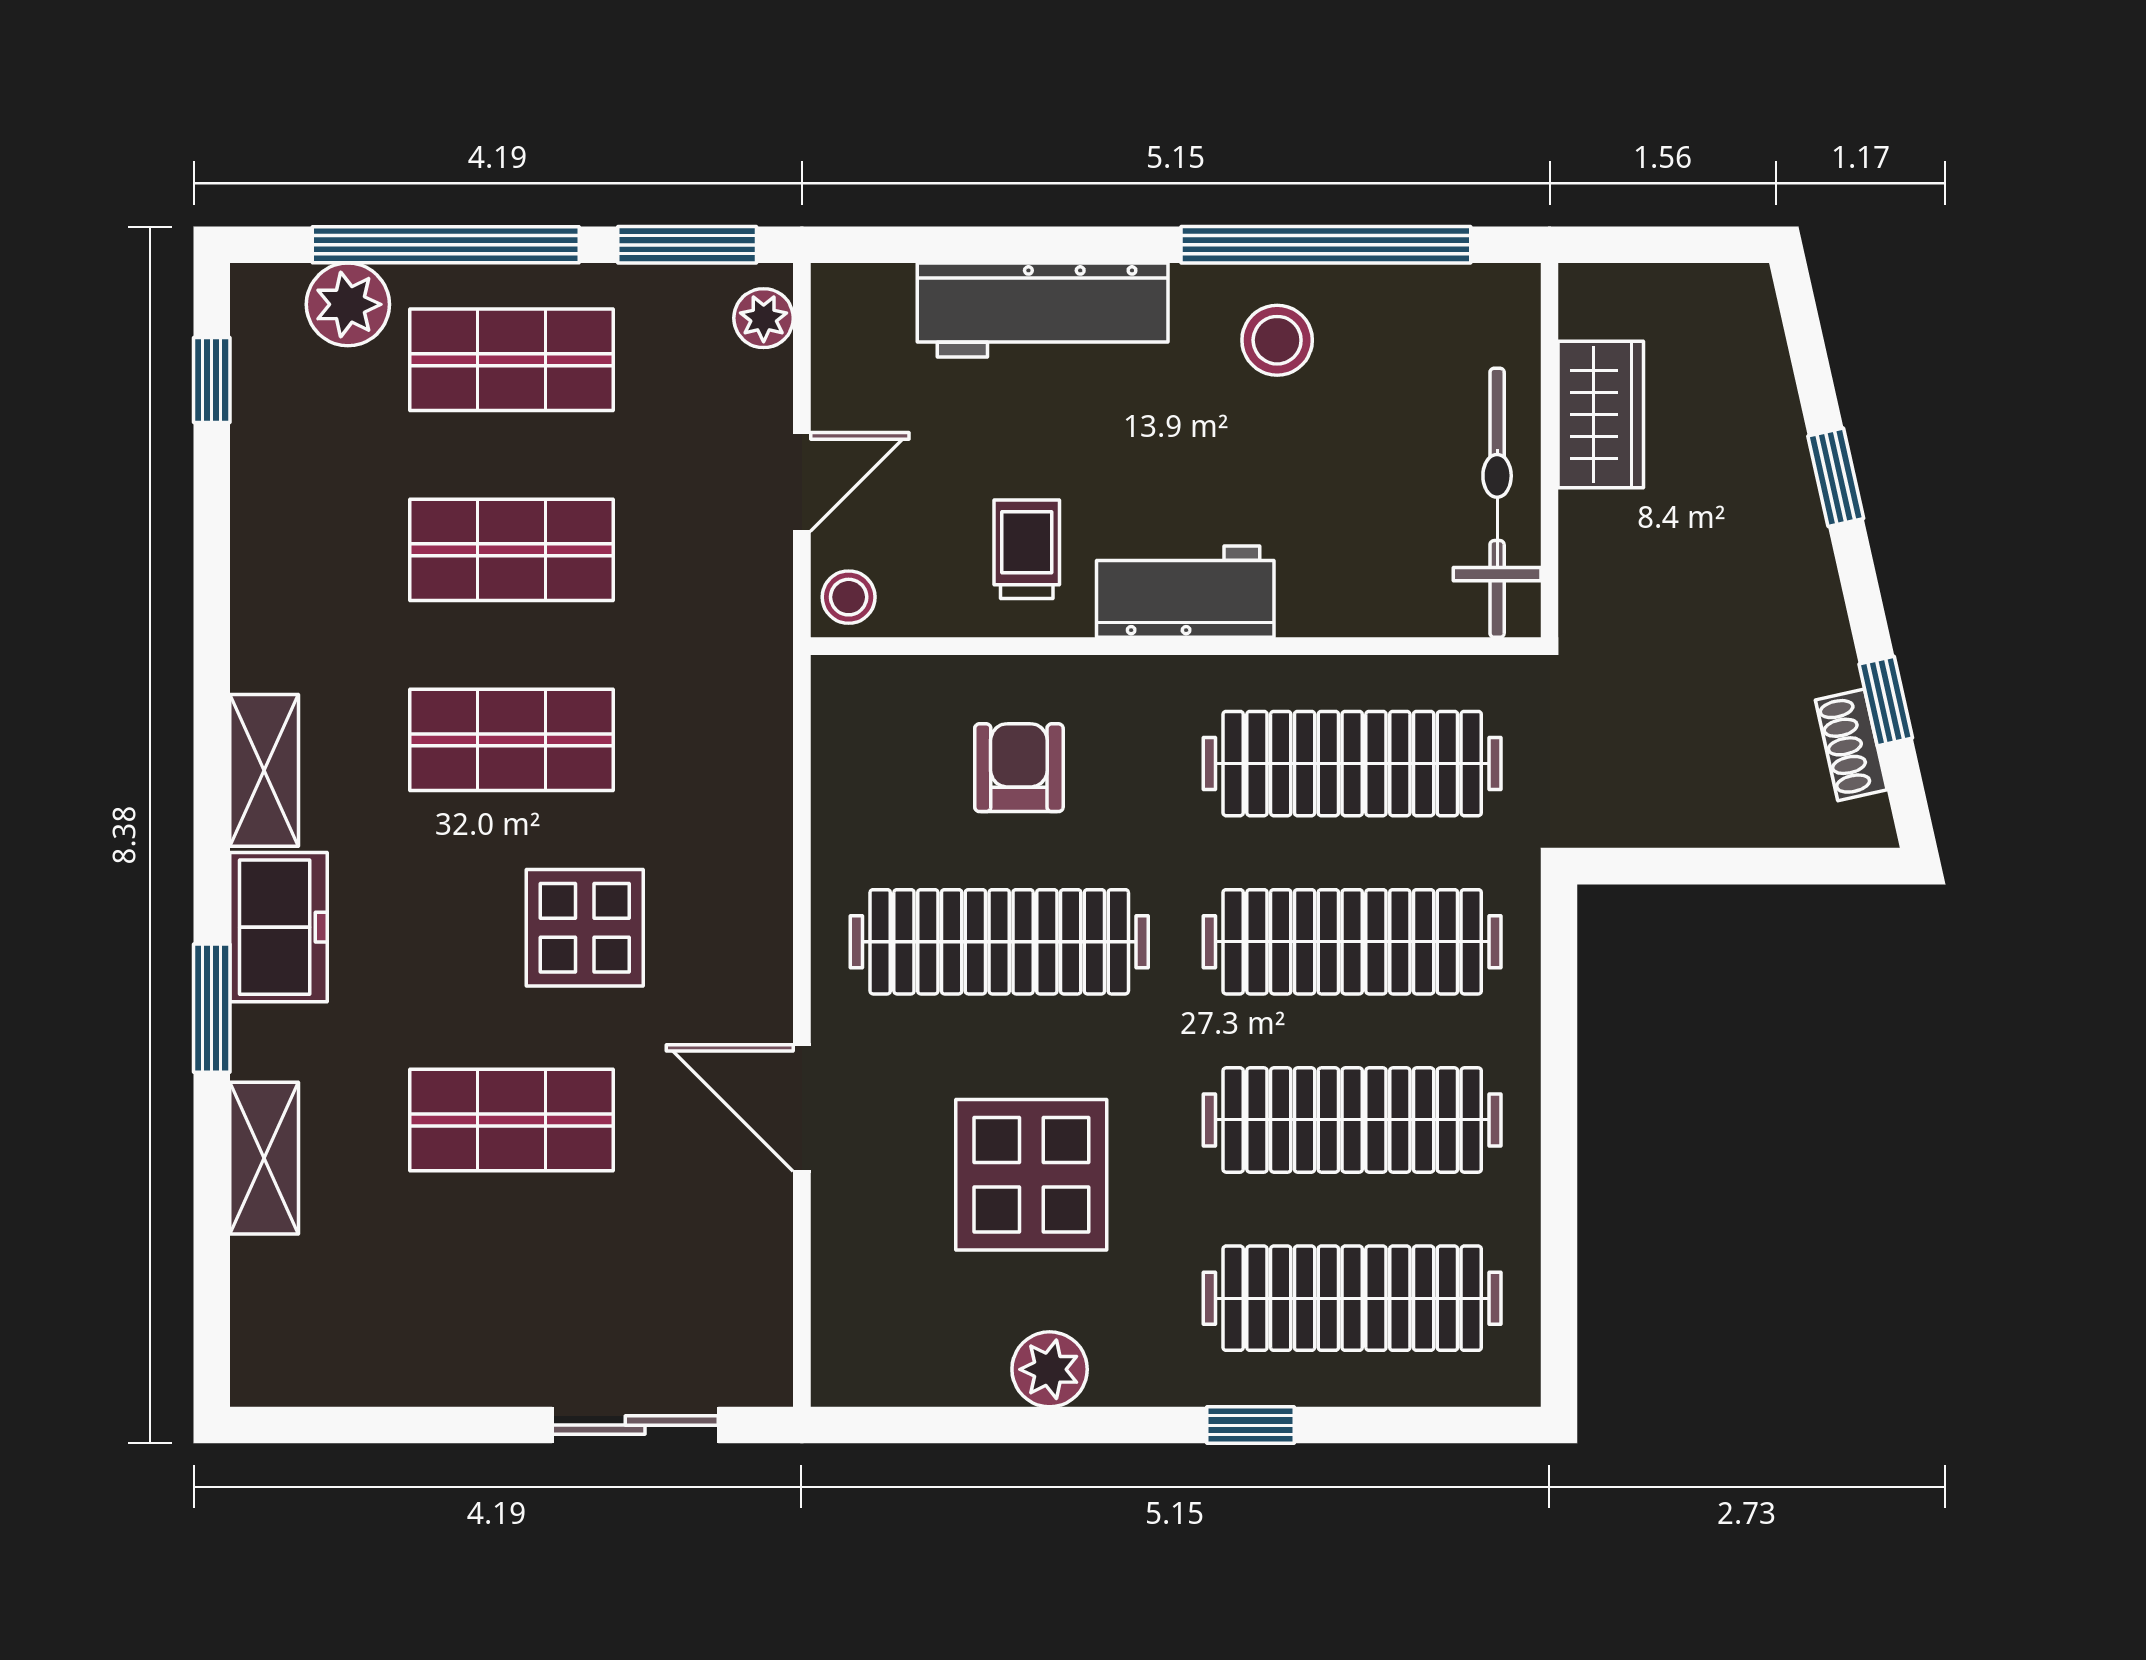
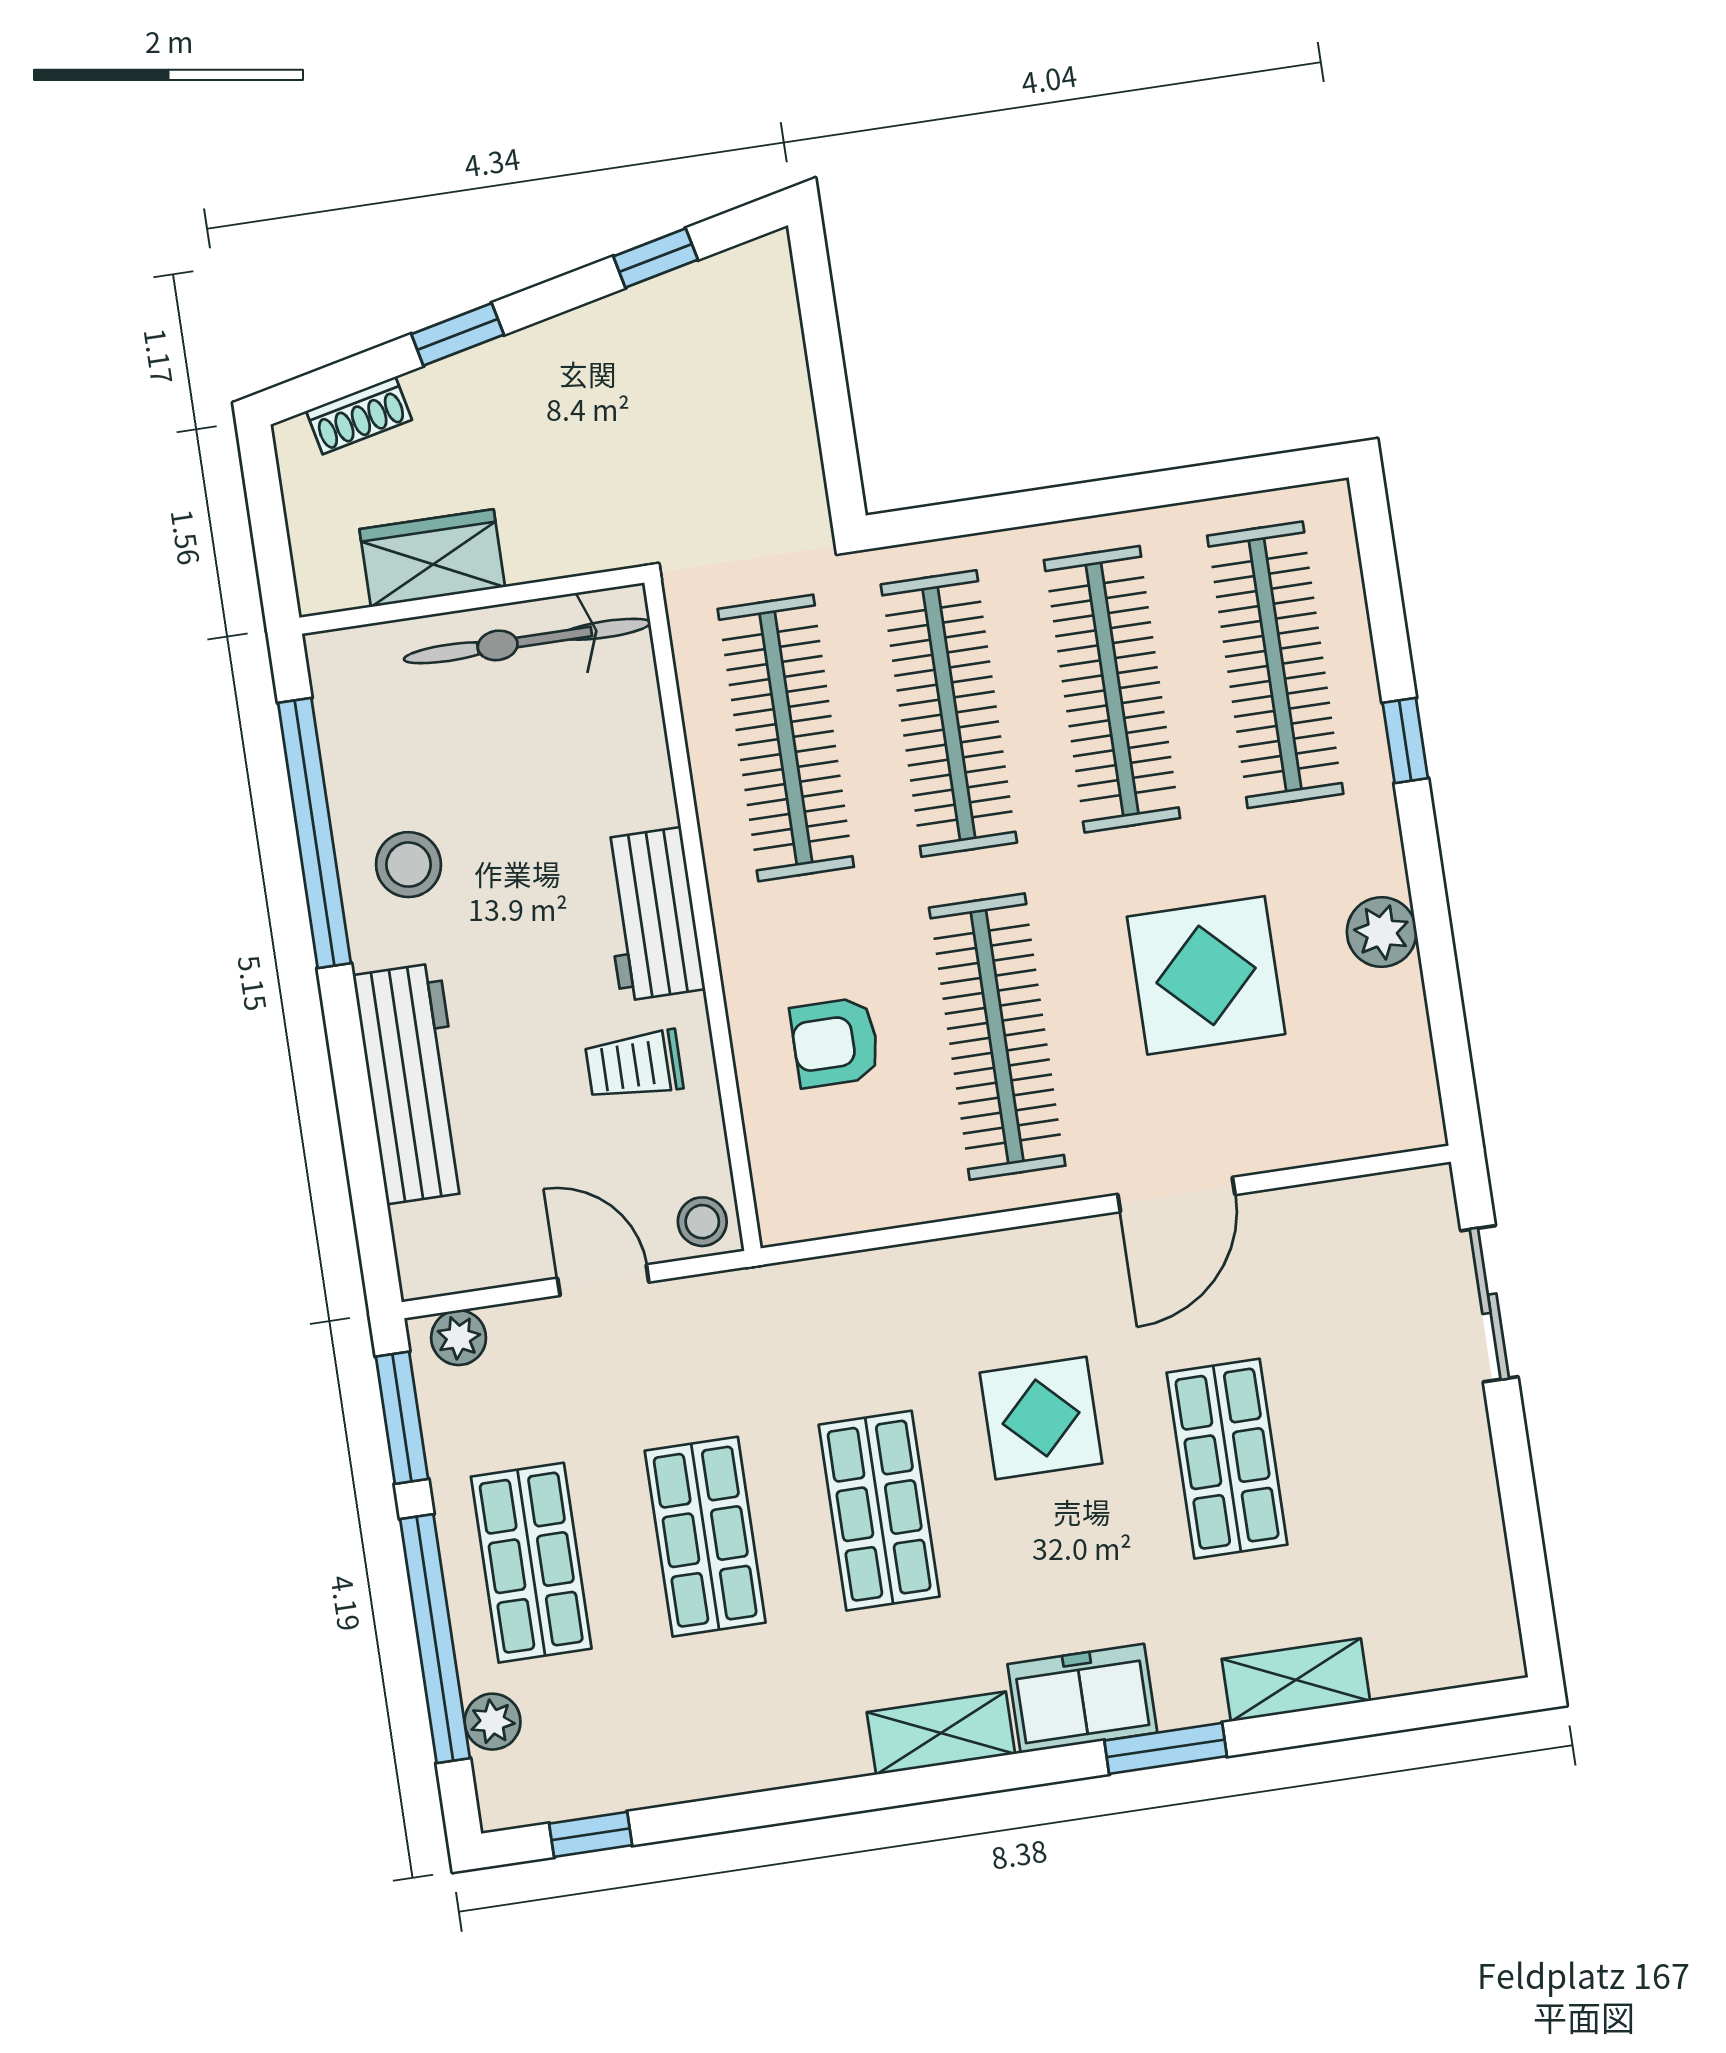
plant: (348, 304) -> (493, 1722), width x0.73, depth x0.73
shoe rack: (1851, 745) -> (359, 415), moved

